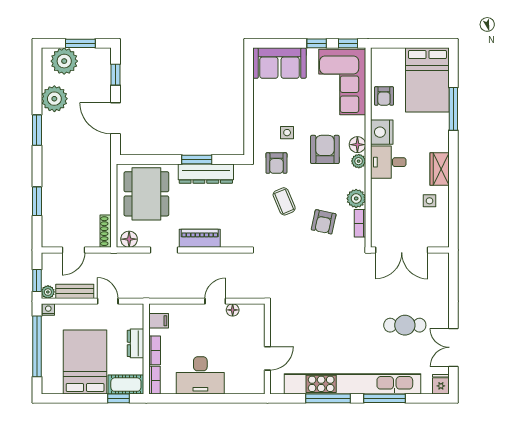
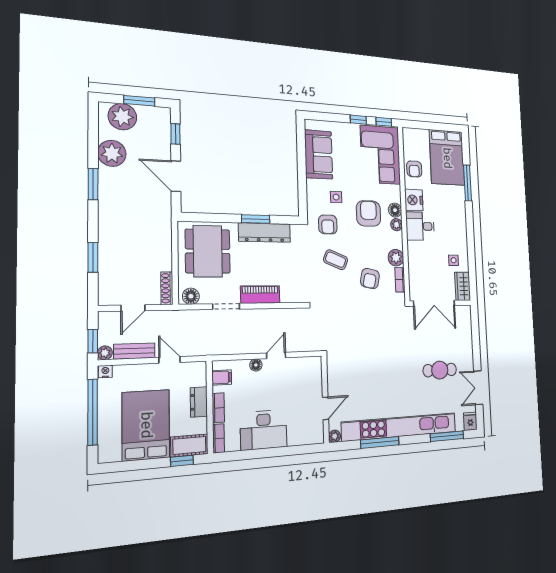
sofa: (280, 63) -> (319, 154), moved, turned -90
wardrobe: (440, 169) -> (463, 286), moved
coffee table: (284, 201) -> (336, 260), turned -45
floor lamp: (233, 310) -> (256, 365), moved
plant: (277, 388) -> (335, 436), added
window: (384, 398) -> (447, 436), moved

